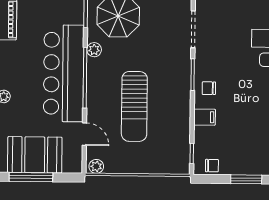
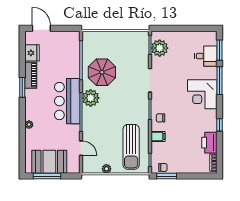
plant: (94, 50) -> (91, 98), width x1.88, depth x1.88
bar counter: (64, 73) -> (67, 101), width x0.73
sun lounger: (134, 106) -> (131, 147), moved
plant: (96, 166) -> (106, 169), moved
window: (246, 179) -> (167, 176), moved

